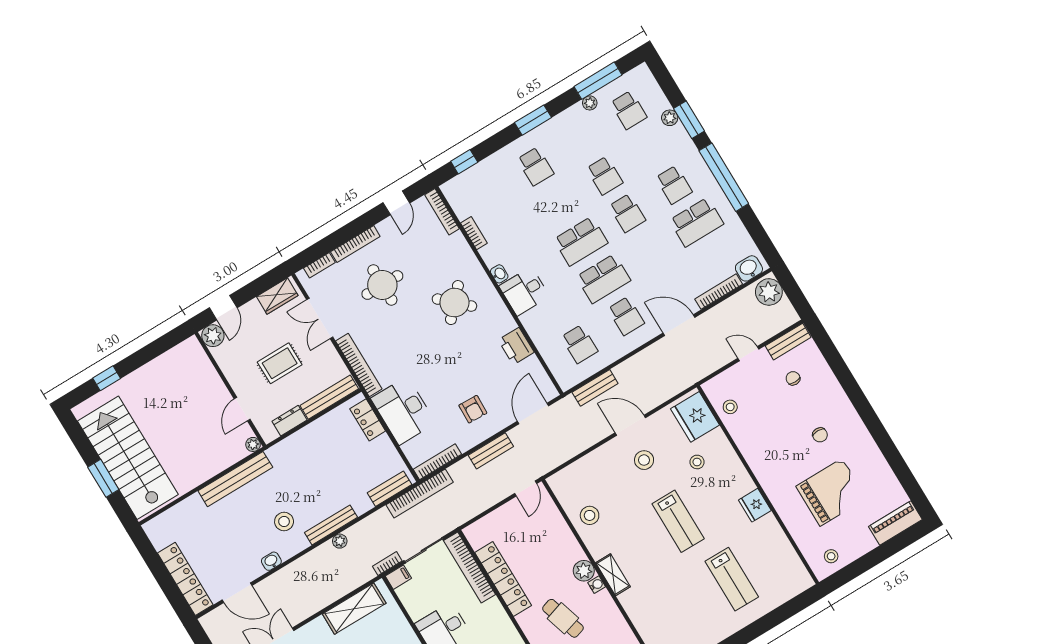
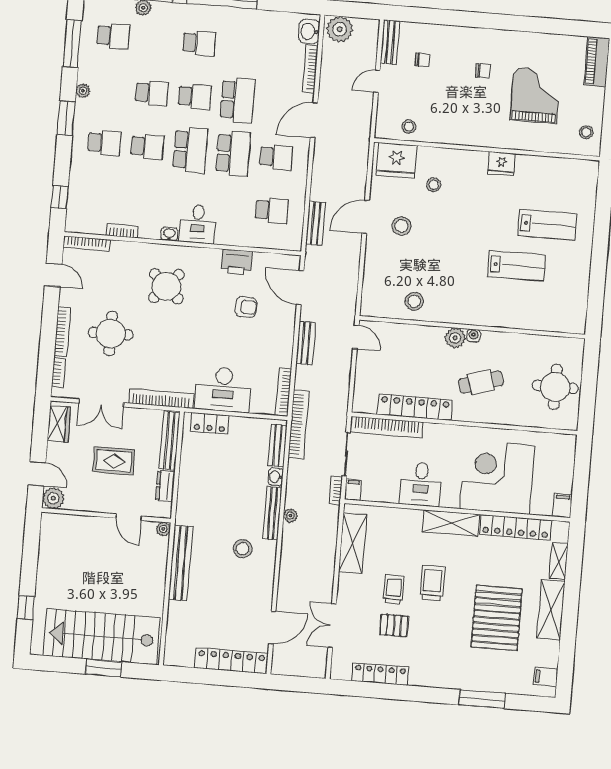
plant: (590, 103) -> (83, 91), moved
school desk: (558, 204) -> (147, 146), added
school desk: (697, 222) -> (238, 100), moved
rug: (280, 363) -> (114, 461), turned 90
chair: (793, 378) -> (422, 60), turned 180
armchair: (473, 409) -> (246, 307), moved
lab bench: (678, 521) -> (516, 266), moved
washbasin: (271, 561) -> (276, 477), moved
shelving: (613, 575) -> (475, 317), removed

